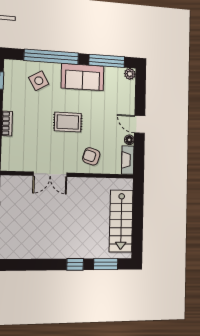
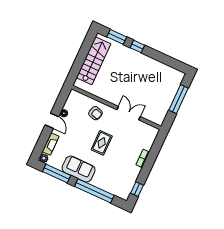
side table: (39, 81) -> (110, 178), removed
rug: (68, 122) -> (102, 143), turned 90
fireplace: (128, 160) -> (51, 144), moved

